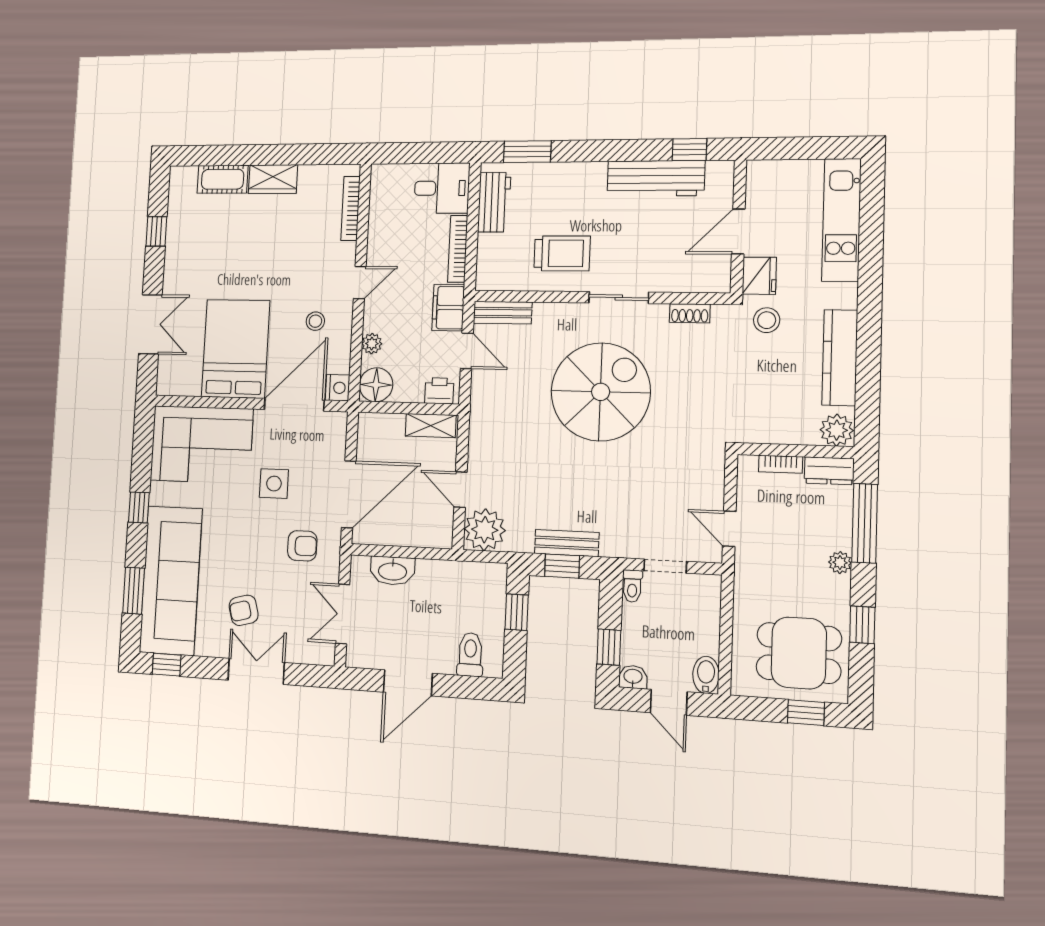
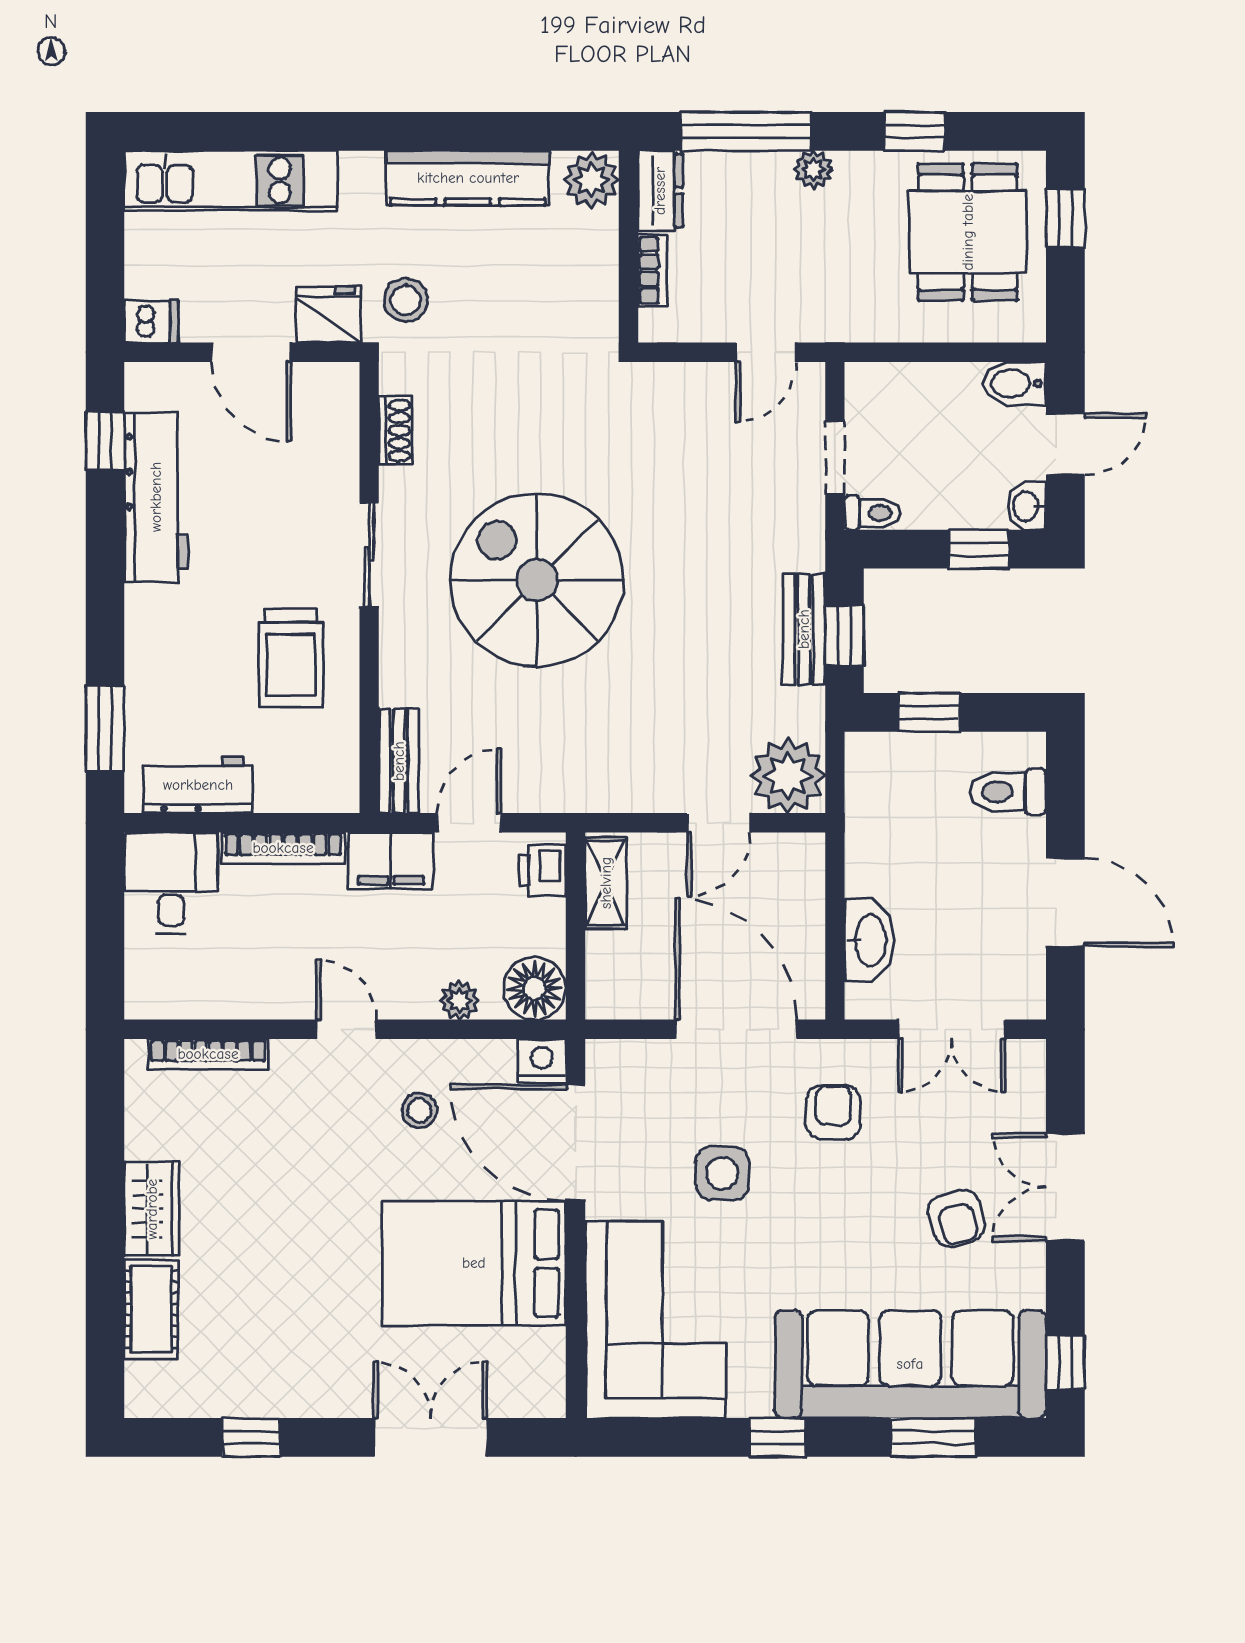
dishwasher: (758, 175) -> (151, 322), added
trolley: (562, 253) -> (291, 658), turned 180

